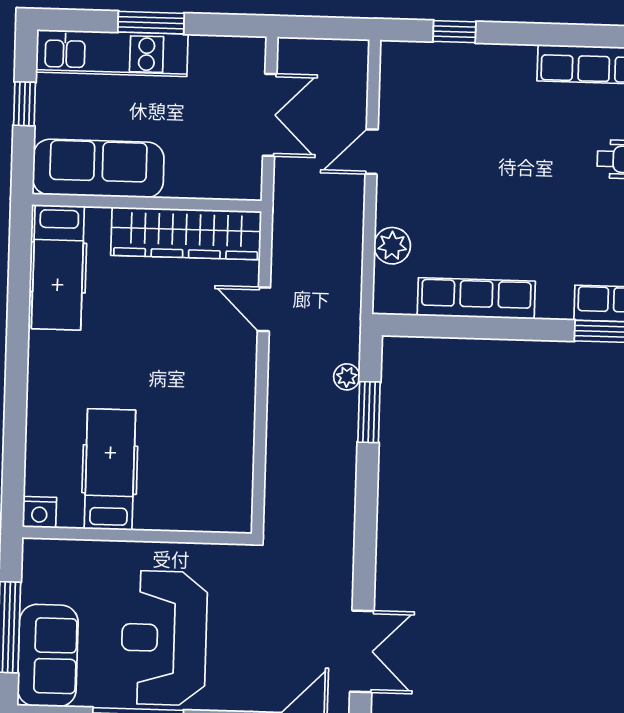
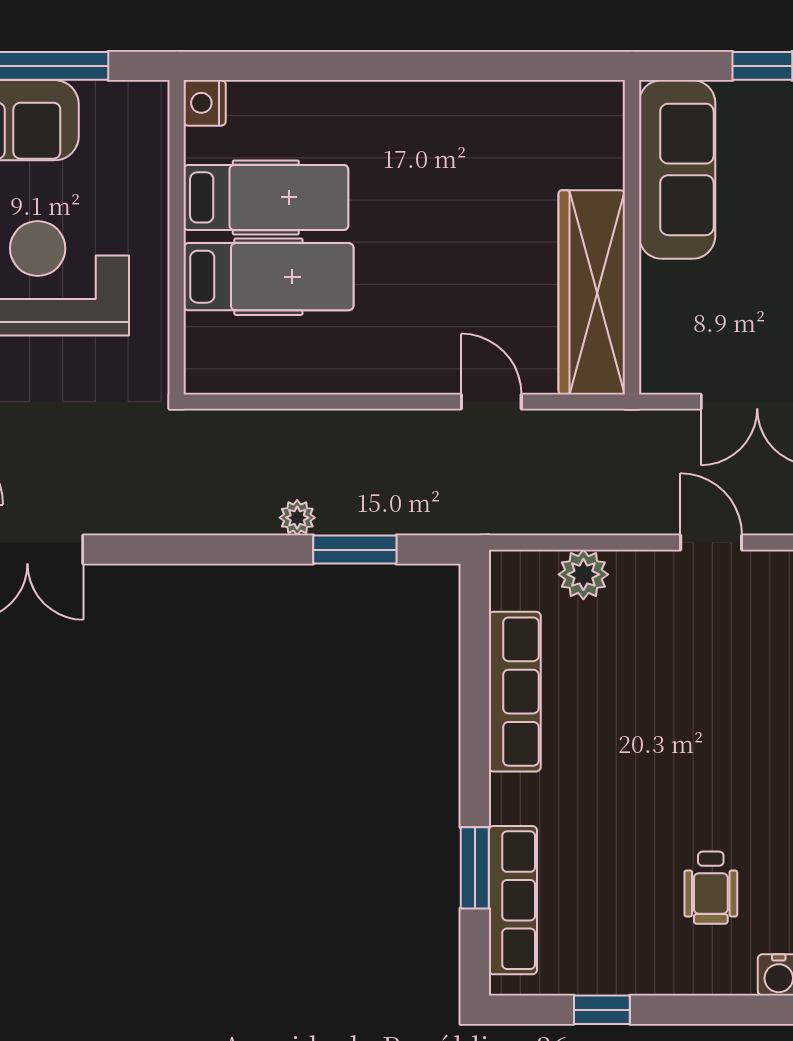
hospital bed: (58, 267) -> (268, 277), moved, turned 180
door: (264, 309) -> (491, 402), hinge flipped
plant: (347, 377) -> (297, 518), moved

